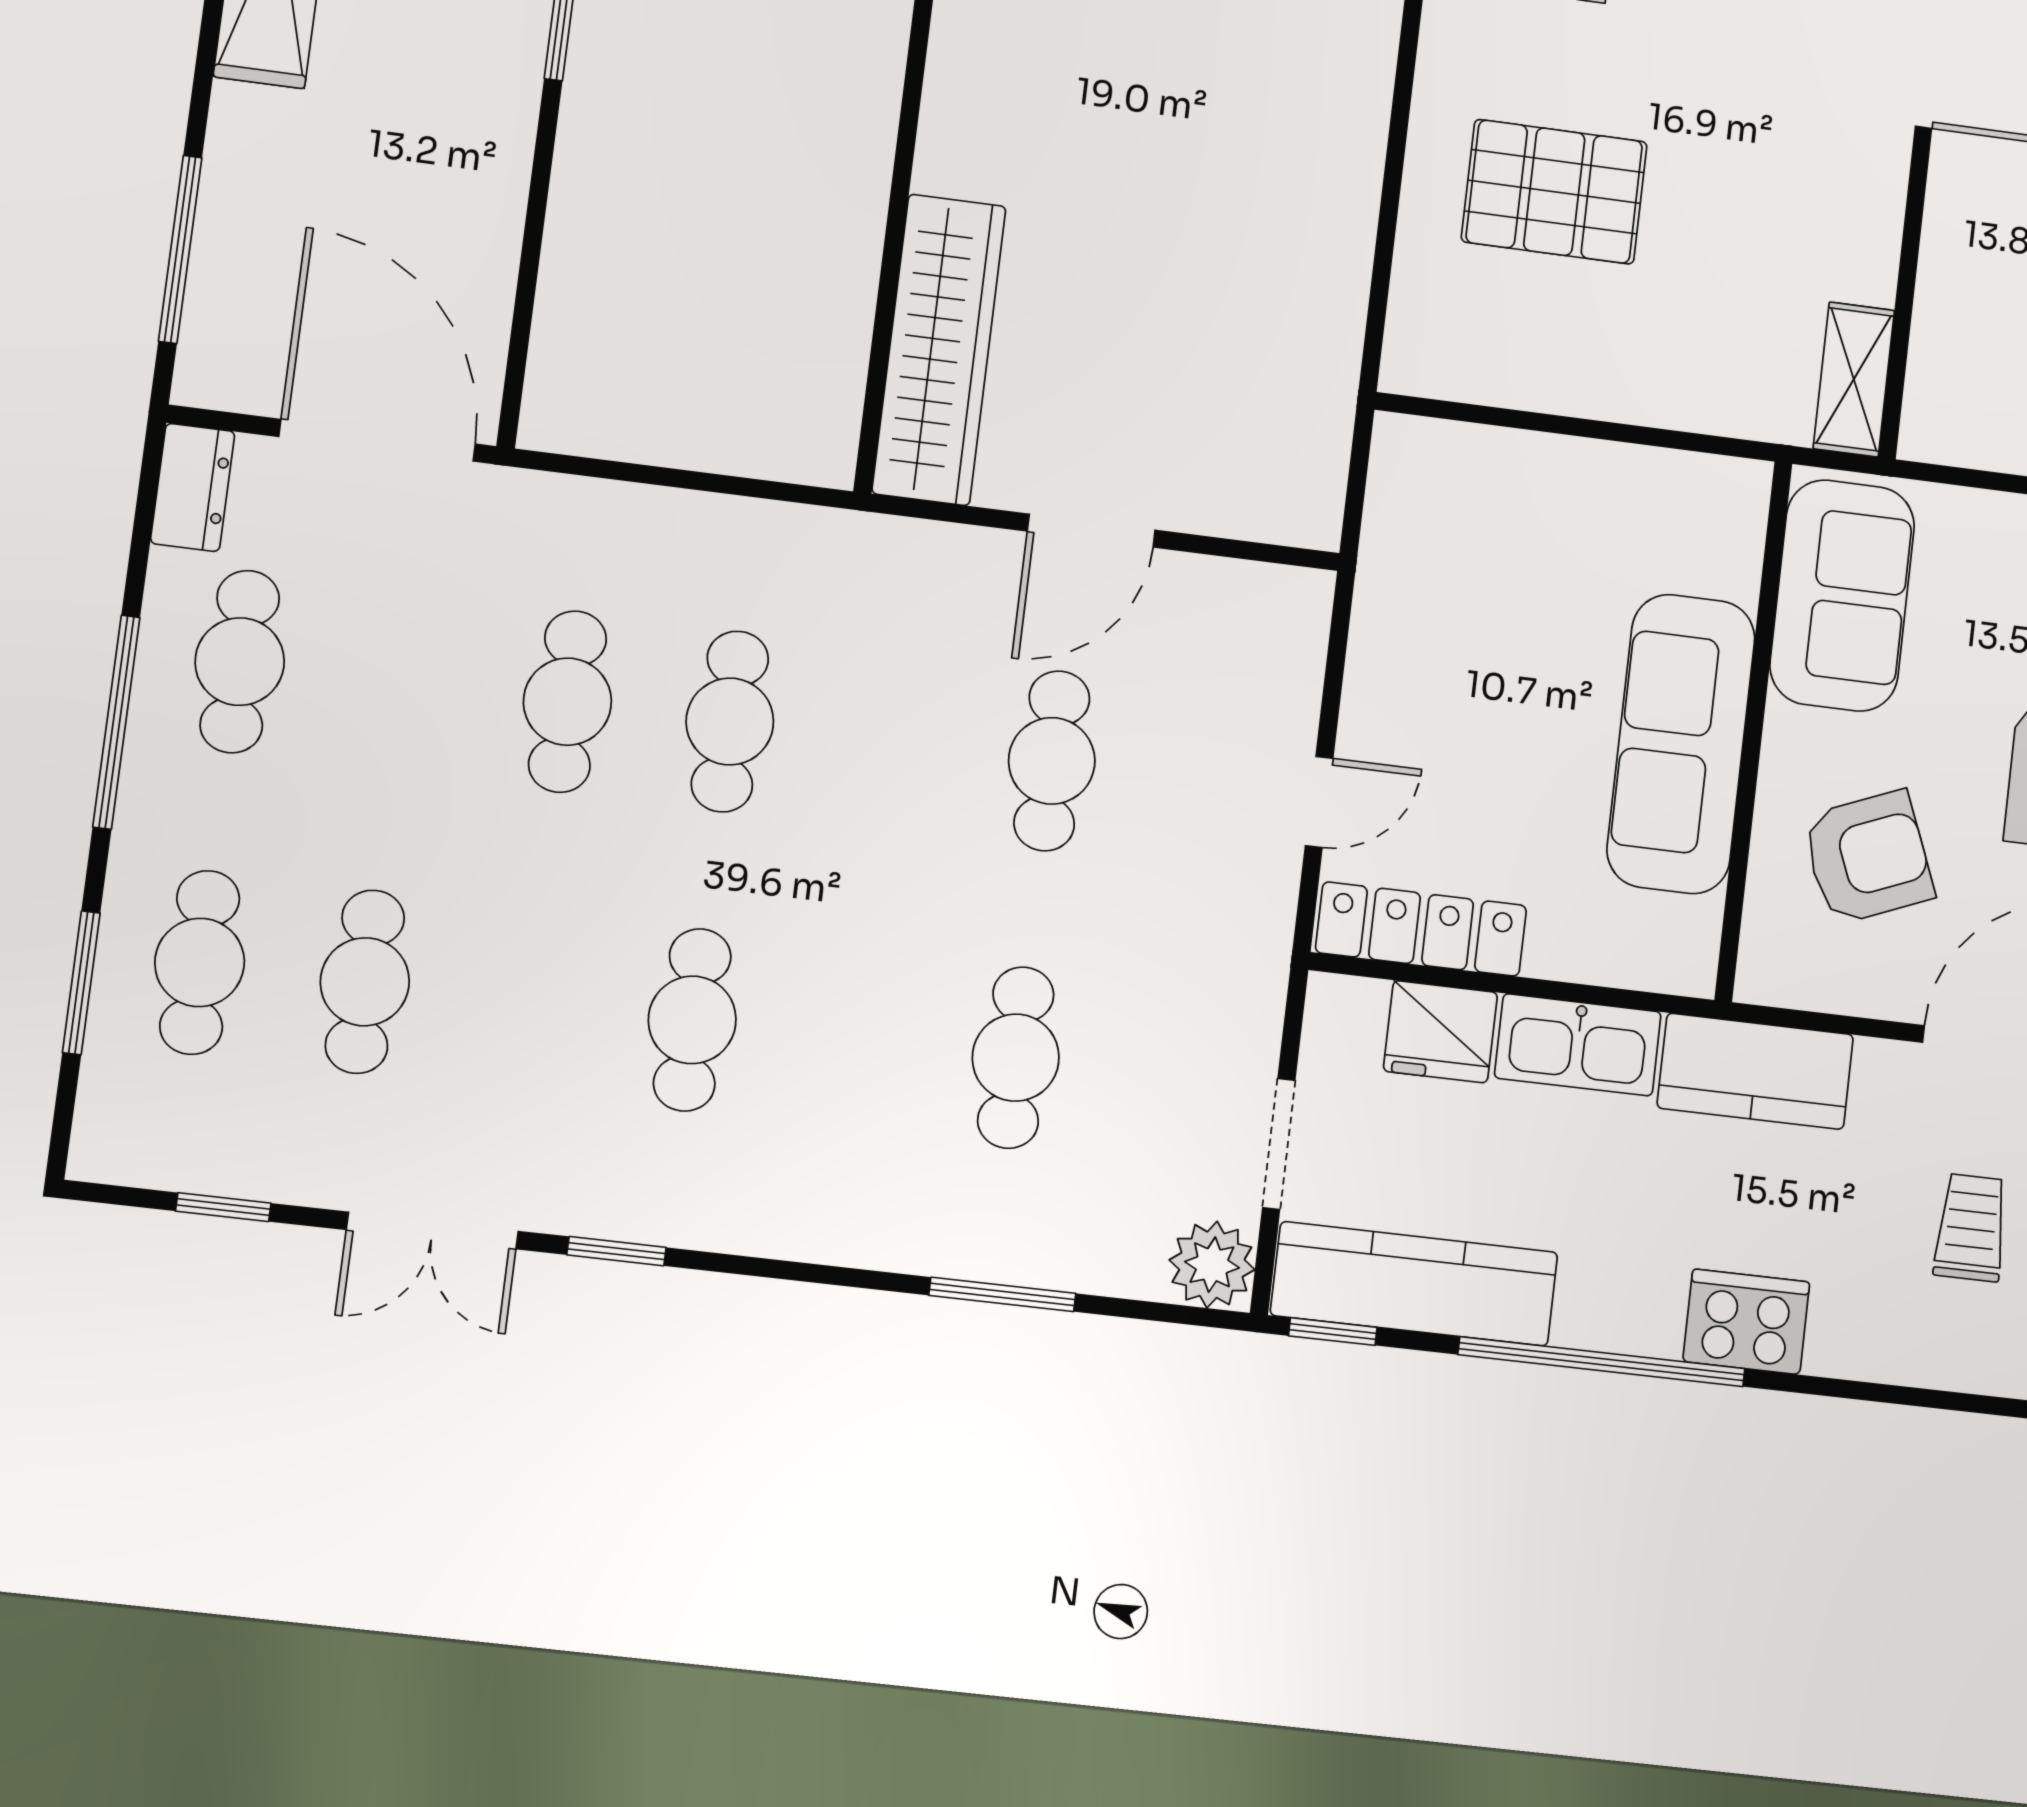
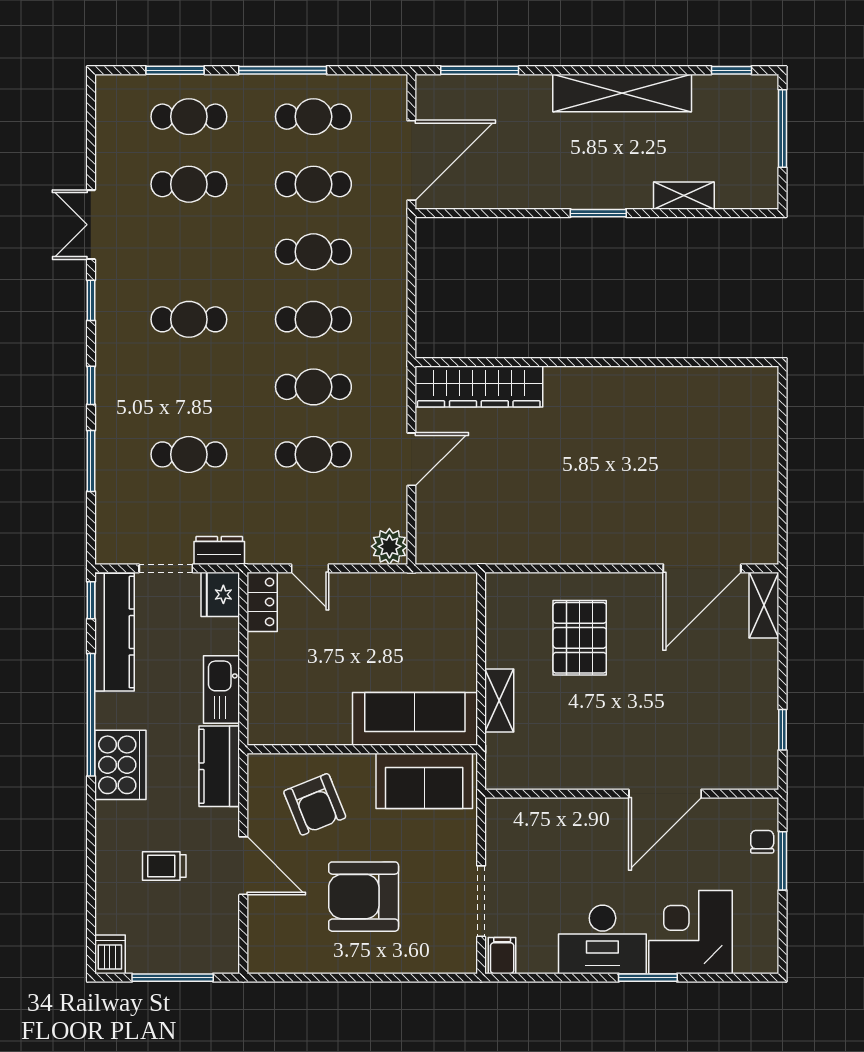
shelving: (1854, 379) -> (499, 701), moved, turned 90
dresser: (193, 487) -> (219, 550), moved, turned 180
door: (1091, 531) -> (411, 459), swing flipped
cafe table: (404, 682) -> (313, 184), added
cafe table: (891, 741) -> (313, 387), added
sofa: (1681, 744) -> (415, 719), moved
locker: (1421, 929) -> (262, 602), width x0.66
fridge: (1440, 1032) -> (220, 594), moved
window: (223, 1207) -> (91, 385), moved
trolley: (1971, 1228) -> (164, 866), turned 180
plant: (1212, 1265) -> (389, 546), moved
cooker: (1746, 1322) -> (120, 765), width x1.37, depth x1.31

